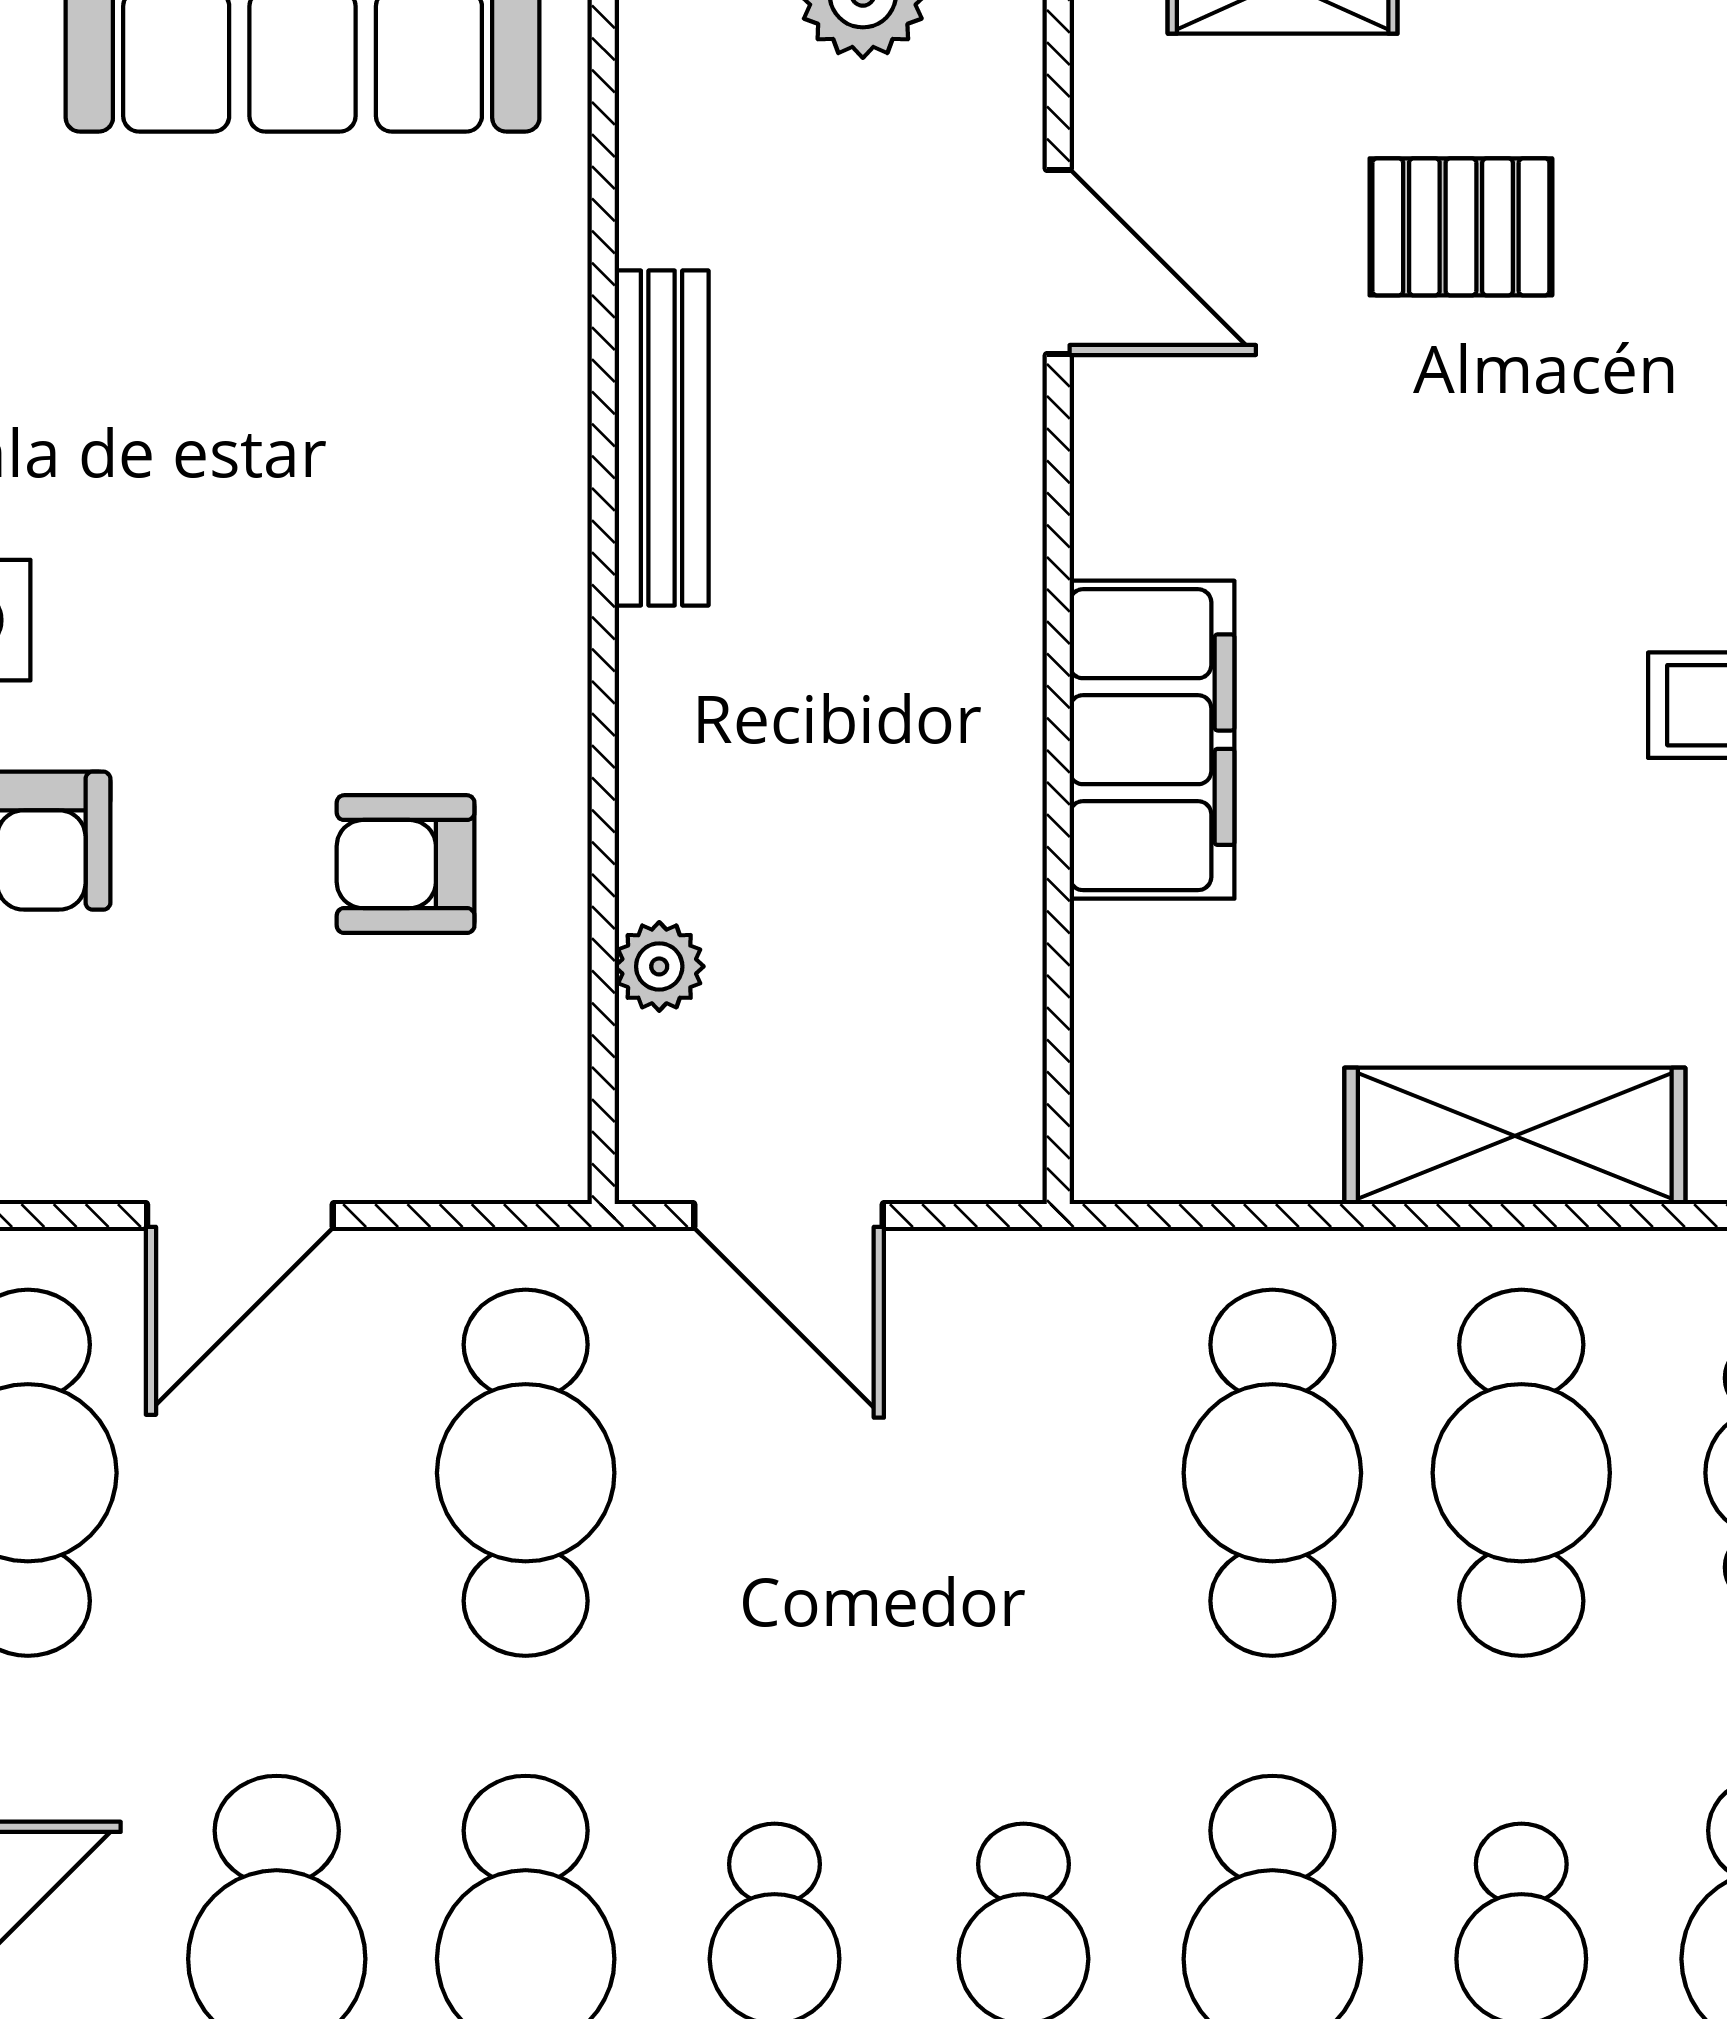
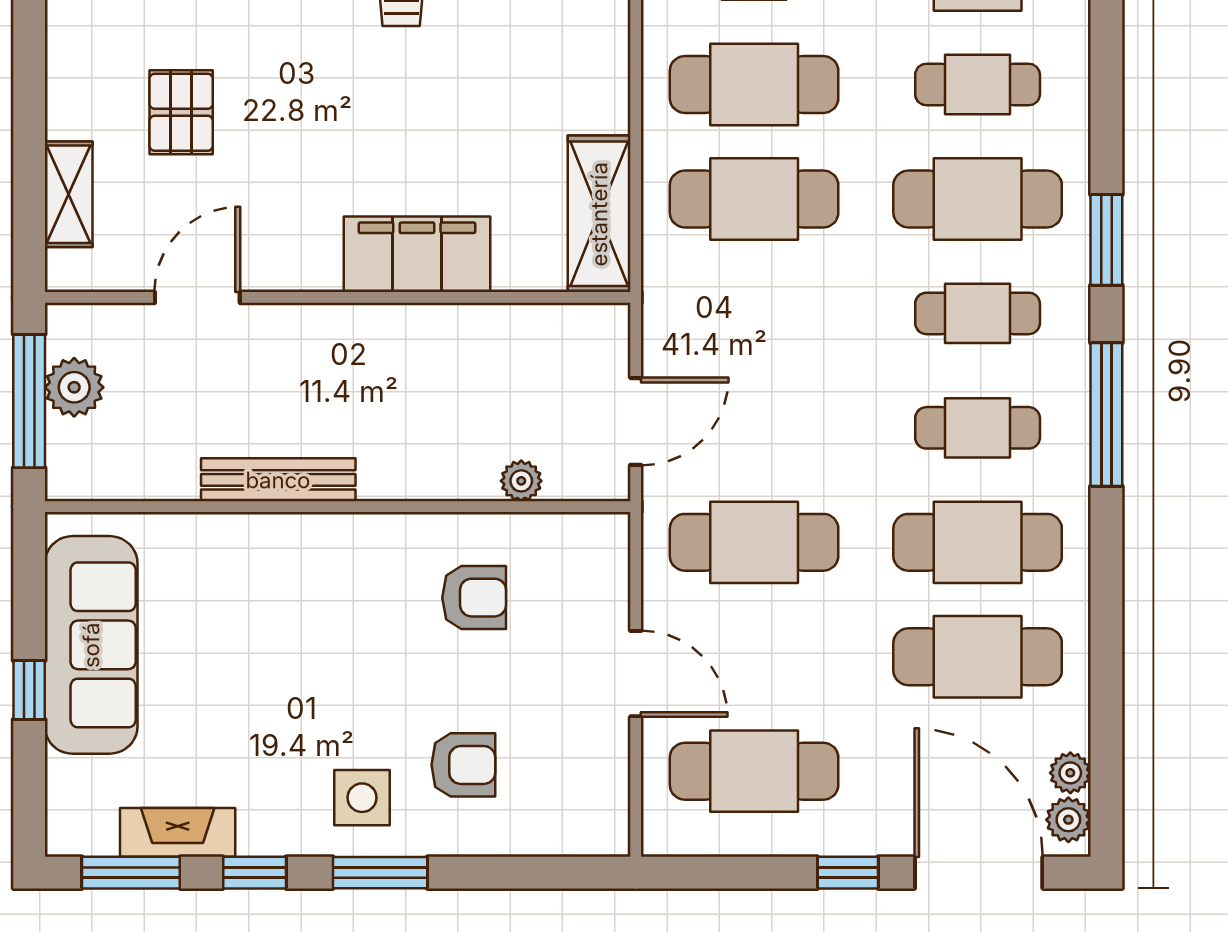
armchair: (406, 864) -> (474, 598), turned -90
shelving: (1515, 1136) -> (599, 214), moved

